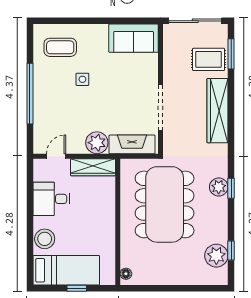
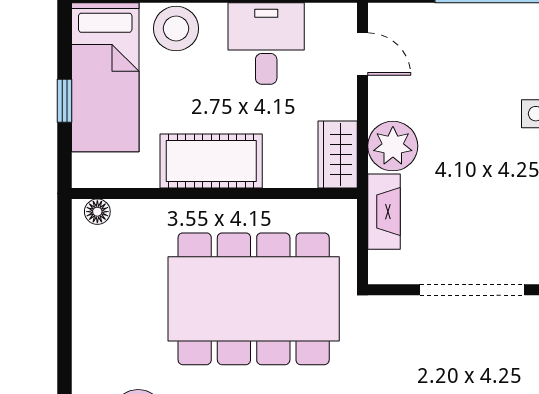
fireplace: (132, 144) -> (384, 212), width x0.73, depth x0.76
wardrobe: (93, 167) -> (338, 154), width x0.67
cot: (103, 223) -> (211, 161), added

